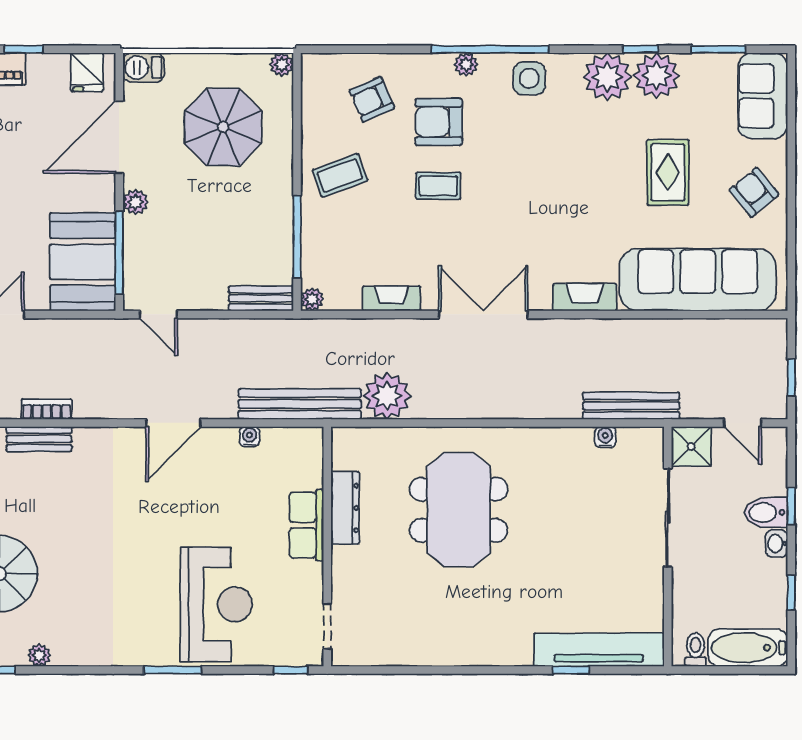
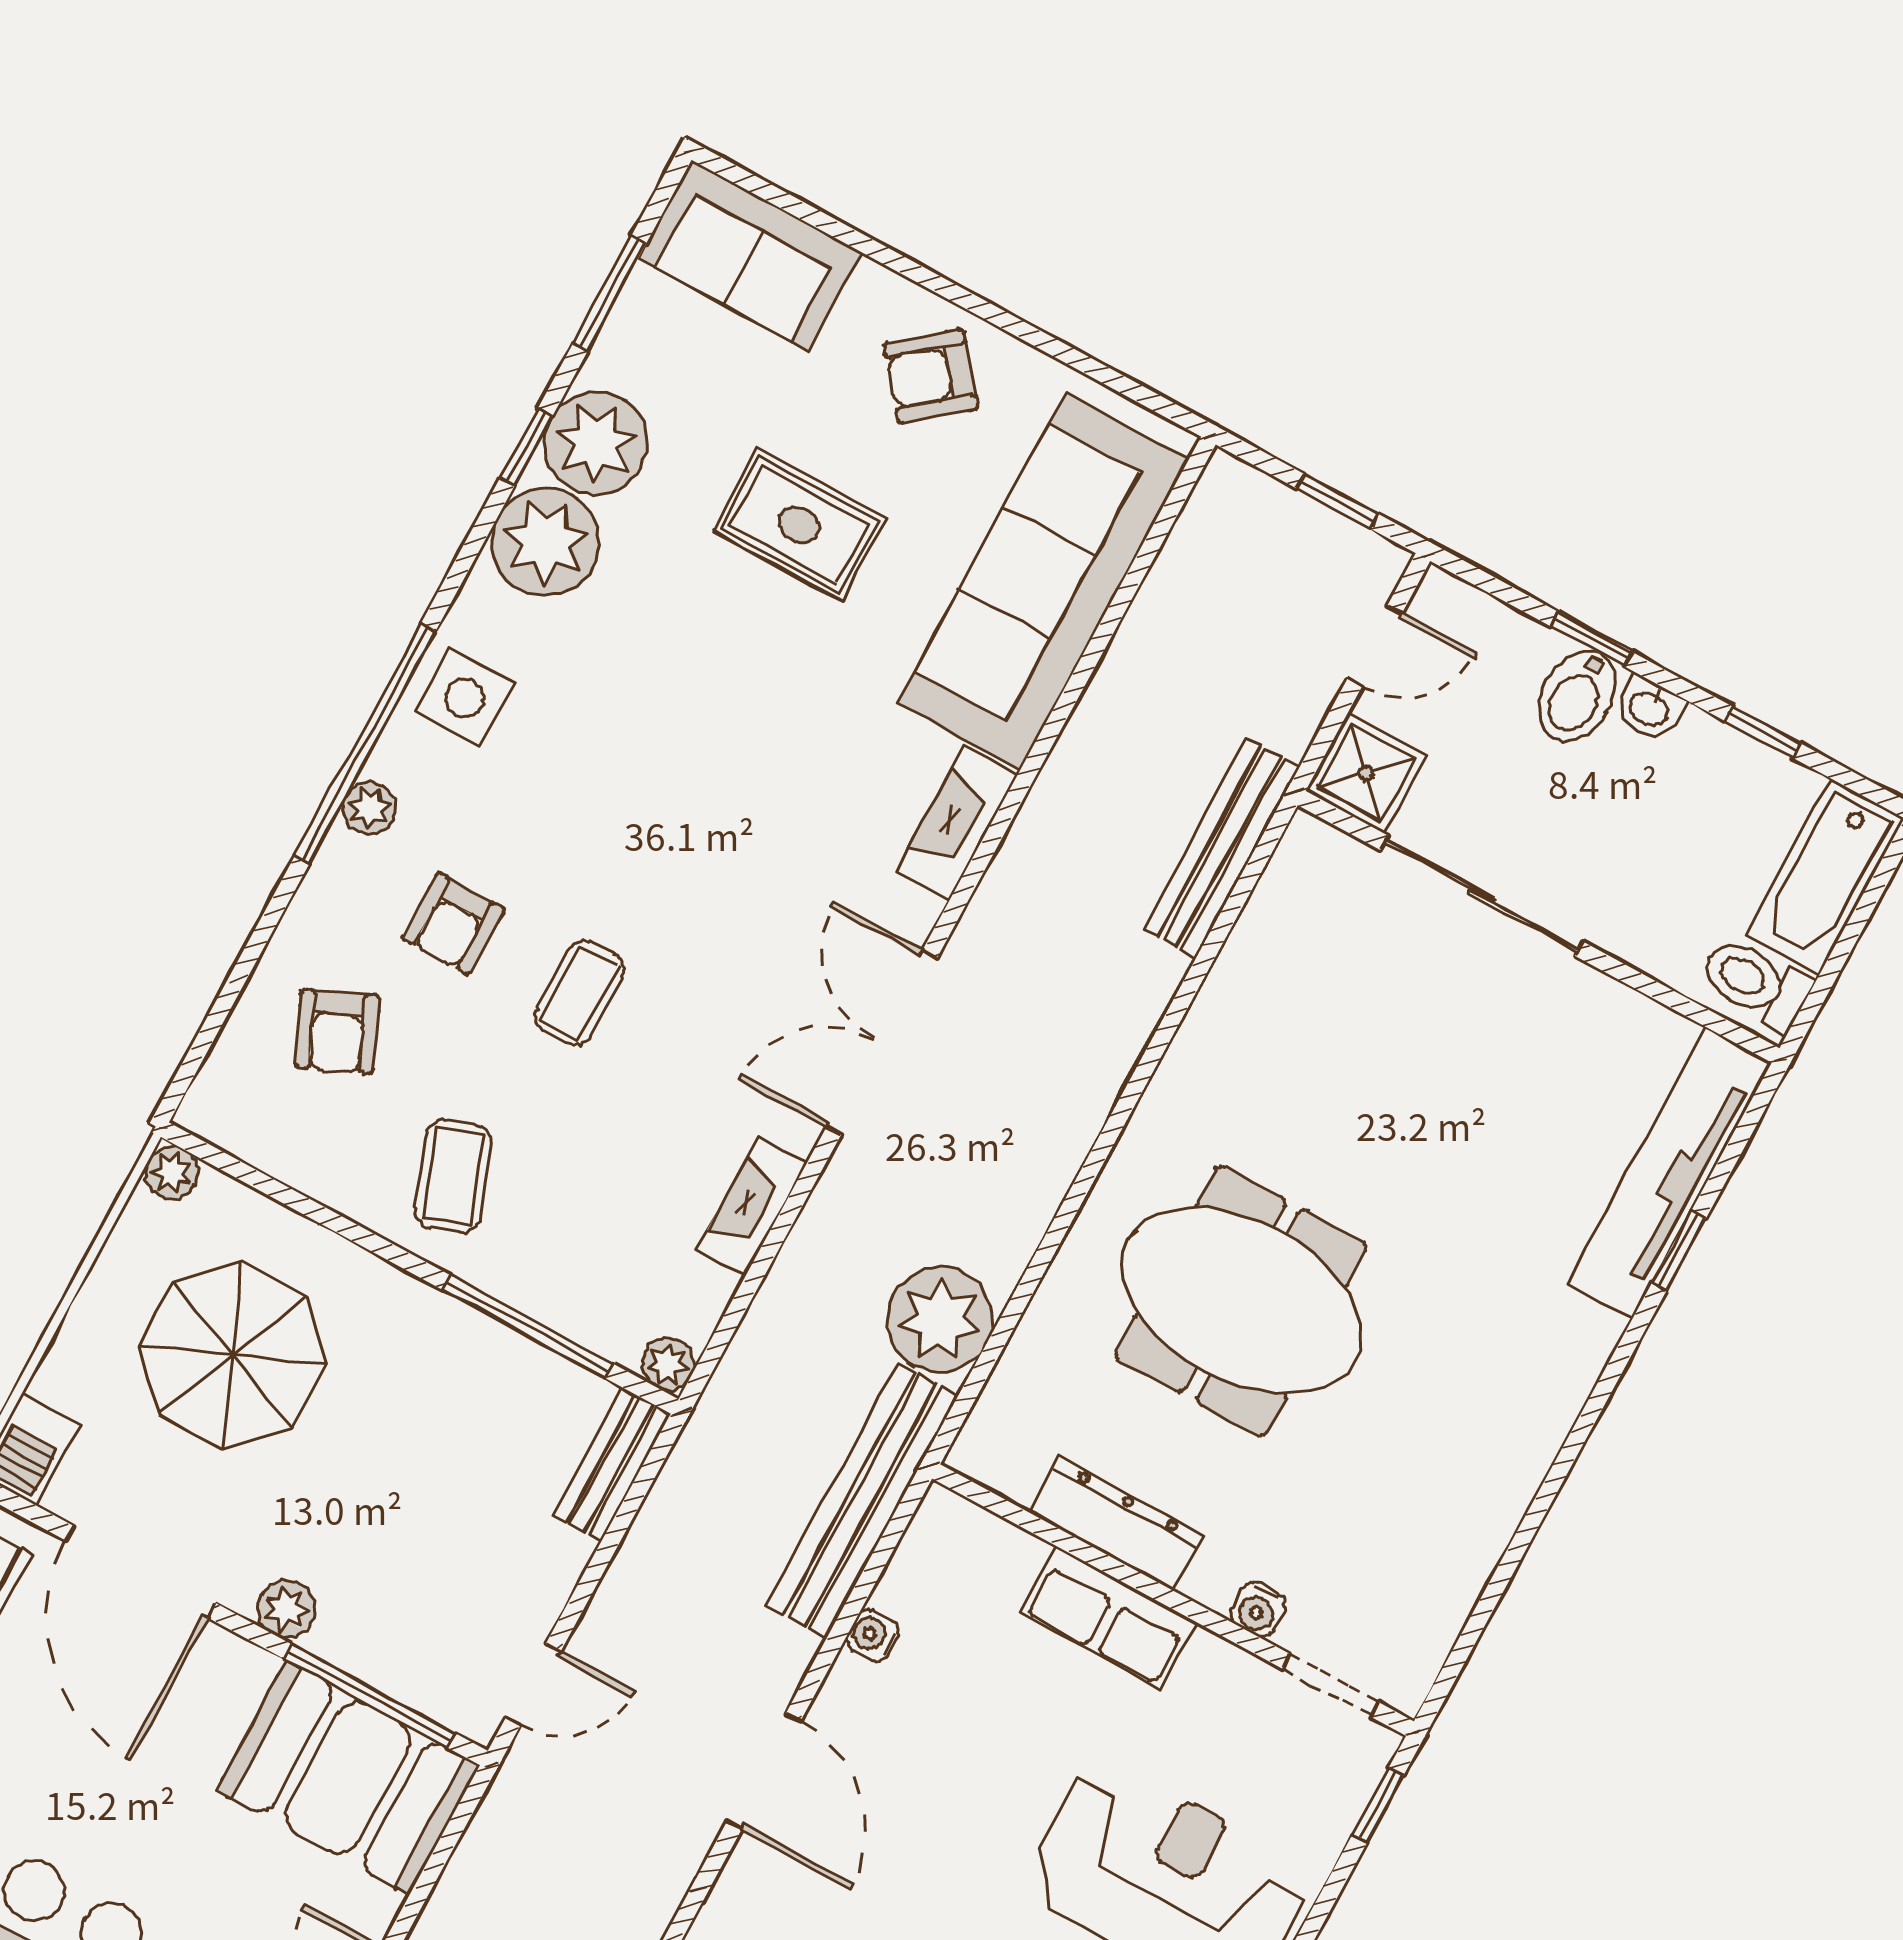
armchair: (439, 122) -> (453, 924), width x0.72, depth x0.72
water cooler: (605, 437) -> (1258, 1610), moved, turned -90
toilet: (696, 650) -> (1755, 983), width x1.37, depth x1.39

